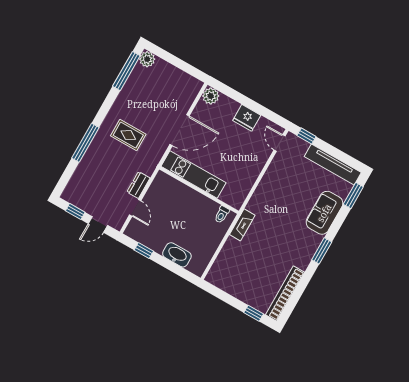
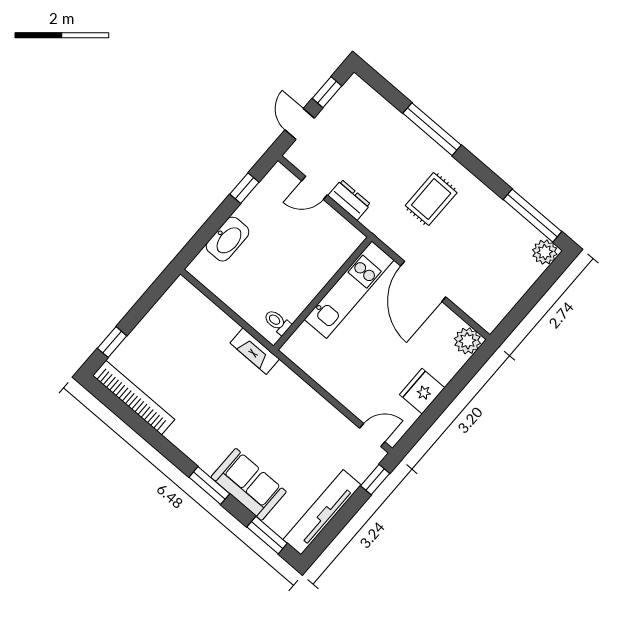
window: (322, 251) -> (209, 485), moved

